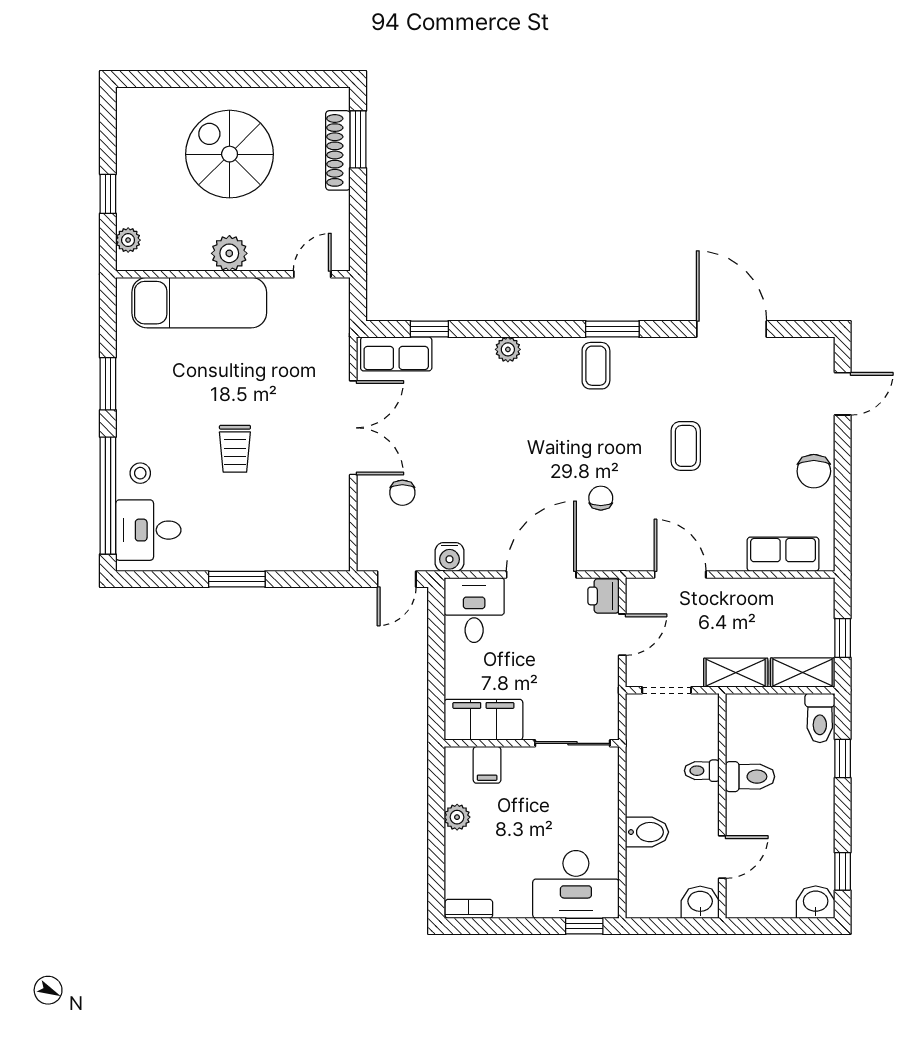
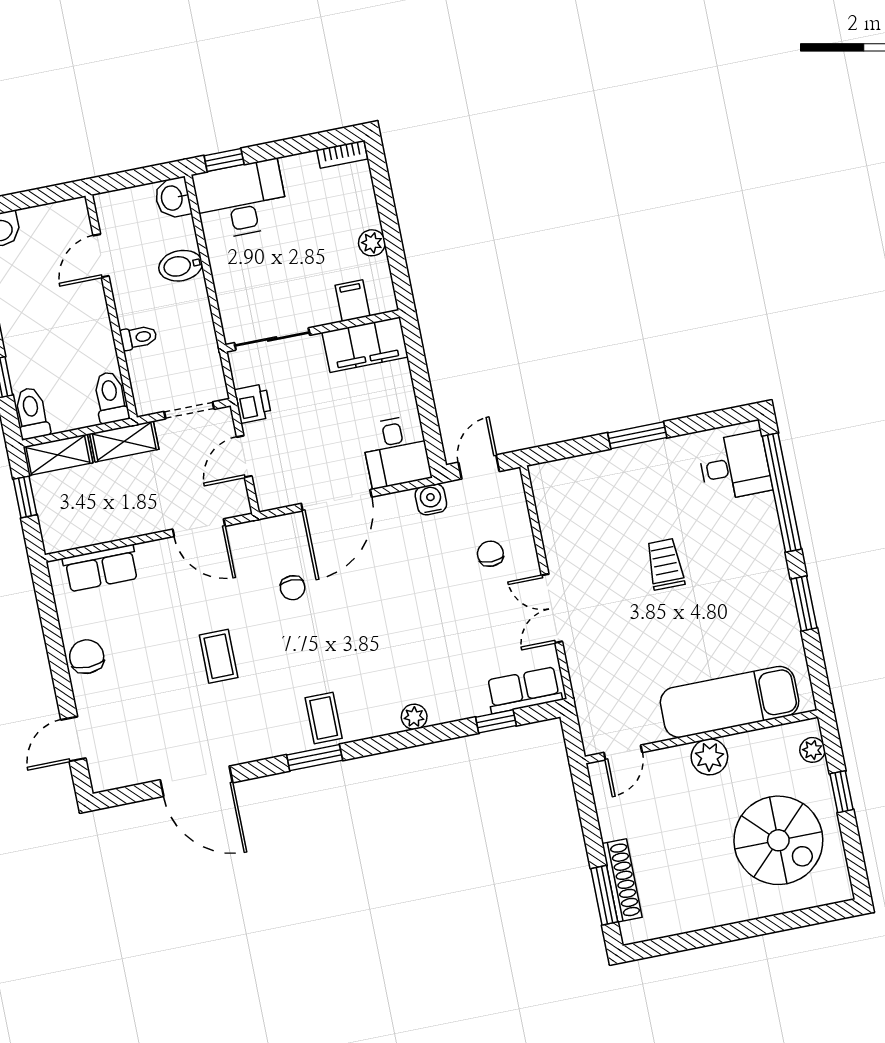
spiral stairs: (230, 154) -> (778, 840), moved
double door: (353, 428) -> (552, 608), width x0.73
stool: (140, 473) -> (754, 521), removed
printer: (603, 596) -> (253, 403), moved
toilet: (750, 777) -> (111, 397), moved, turned 90
washbasin: (700, 902) -> (173, 198), moved, turned 90

